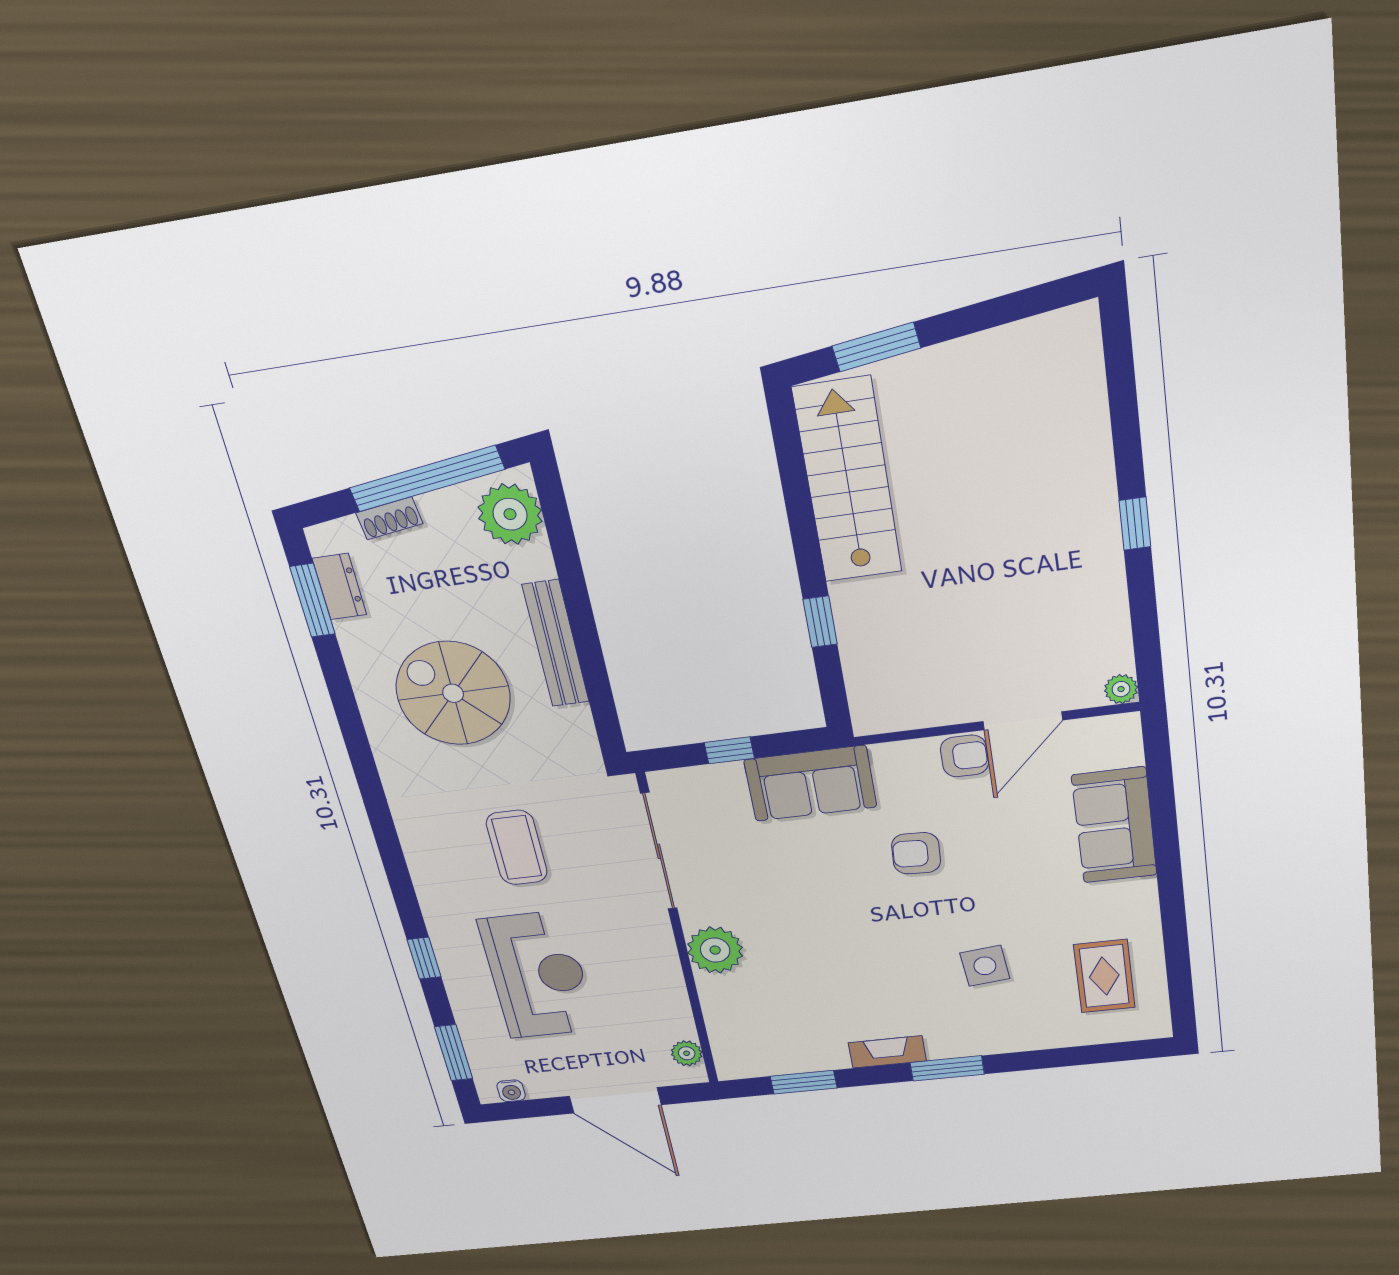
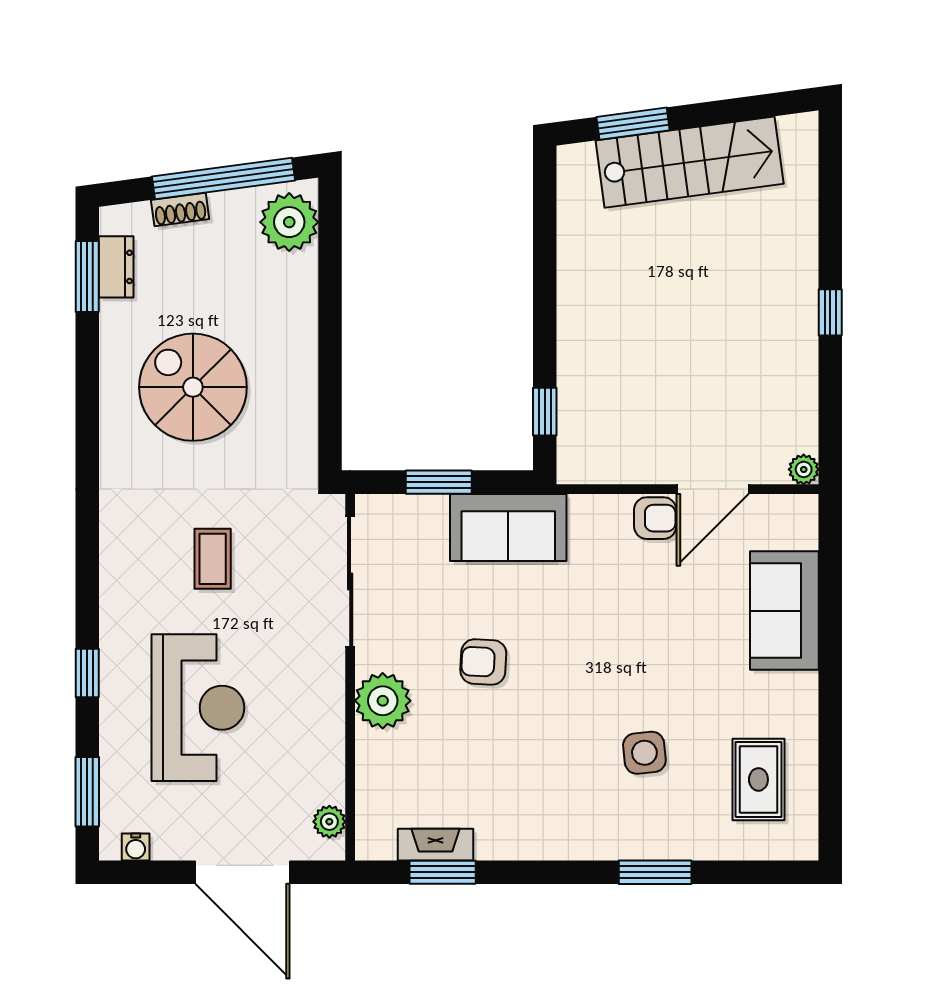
stairs: (848, 481) -> (690, 162), moved, turned 82
window: (820, 622) -> (545, 412), moved
bench: (556, 644) -> (301, 351), removed
window: (729, 750) -> (439, 482), width x1.50
coffee table: (517, 848) -> (213, 559), width x0.73, depth x0.77
armchair: (916, 853) -> (483, 662), moved
fireplace: (887, 1052) -> (435, 845), moved
window: (947, 1068) -> (655, 872), moved

